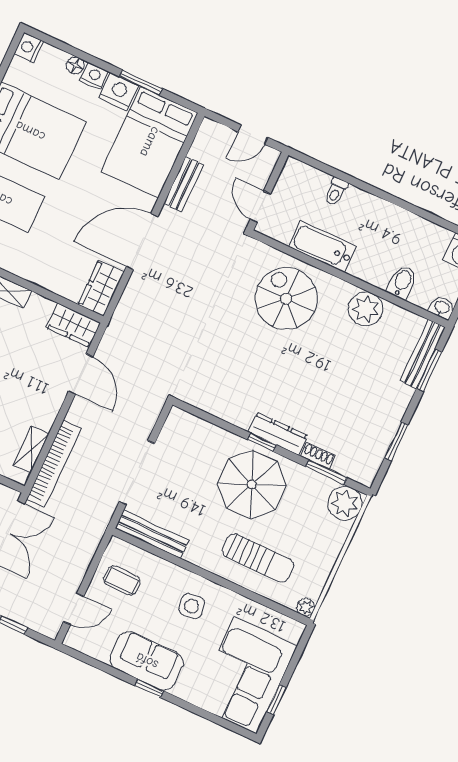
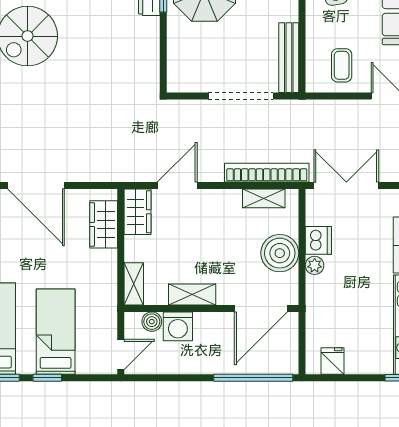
wardrobe: (101, 288) -> (104, 224), moved, turned 90

